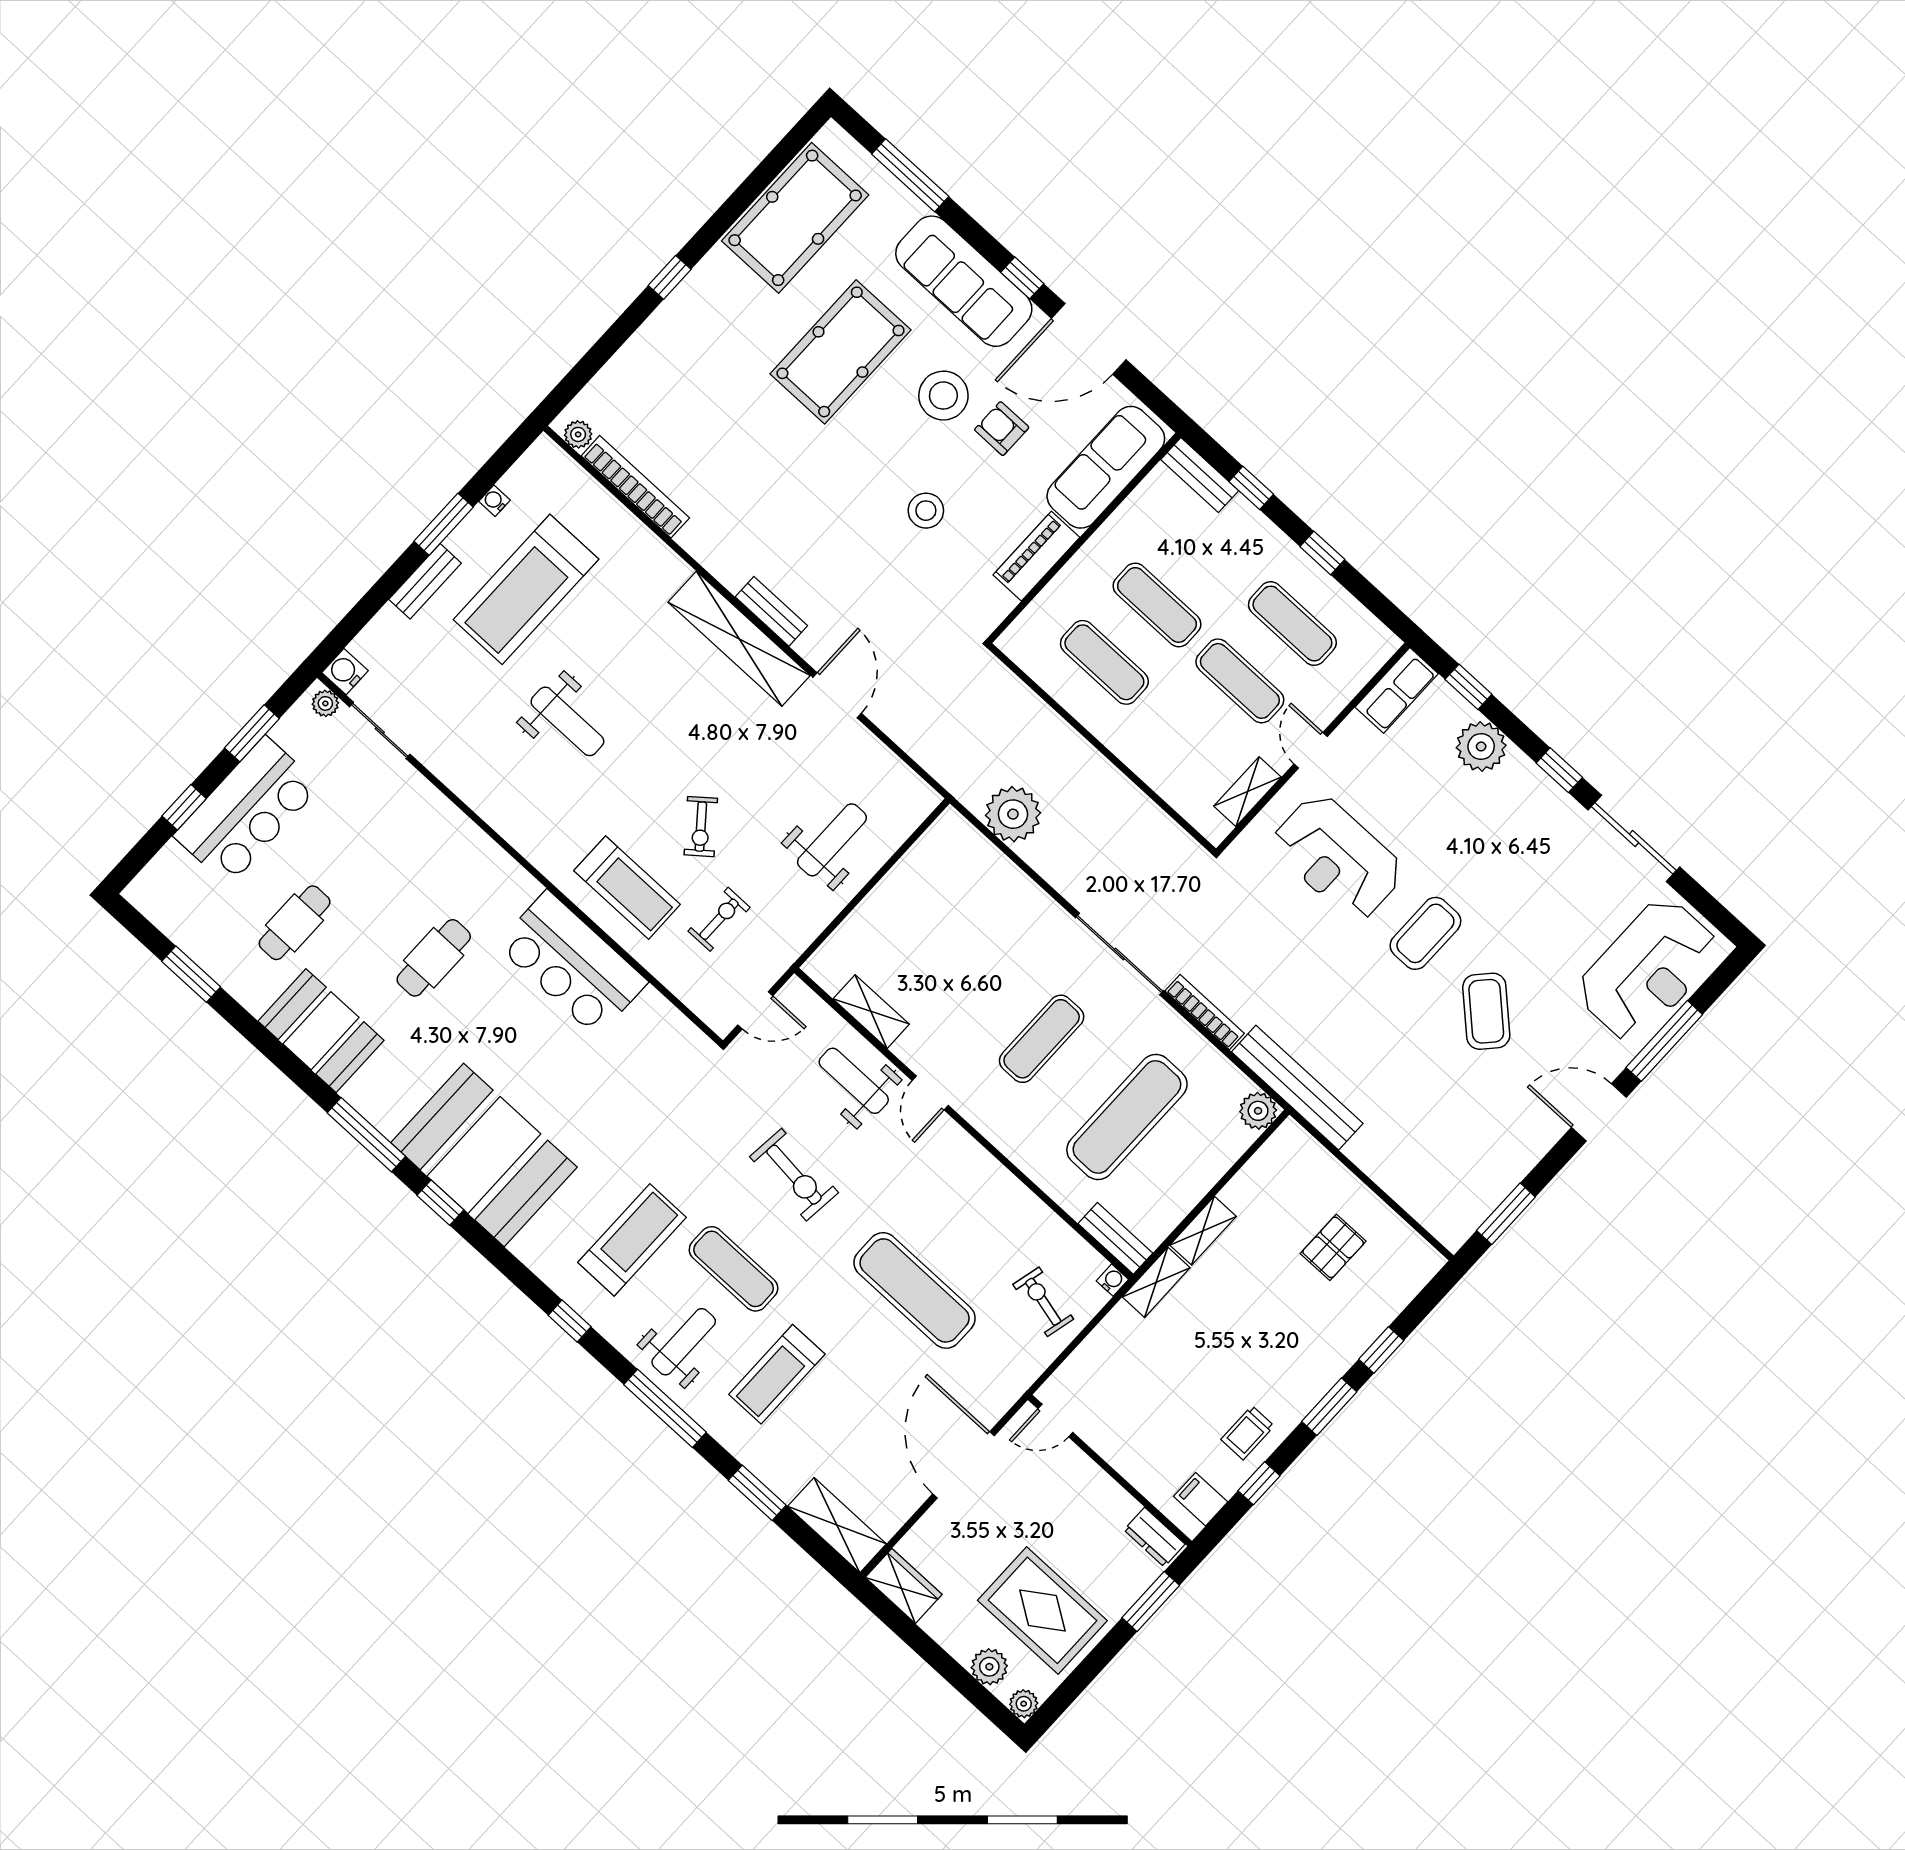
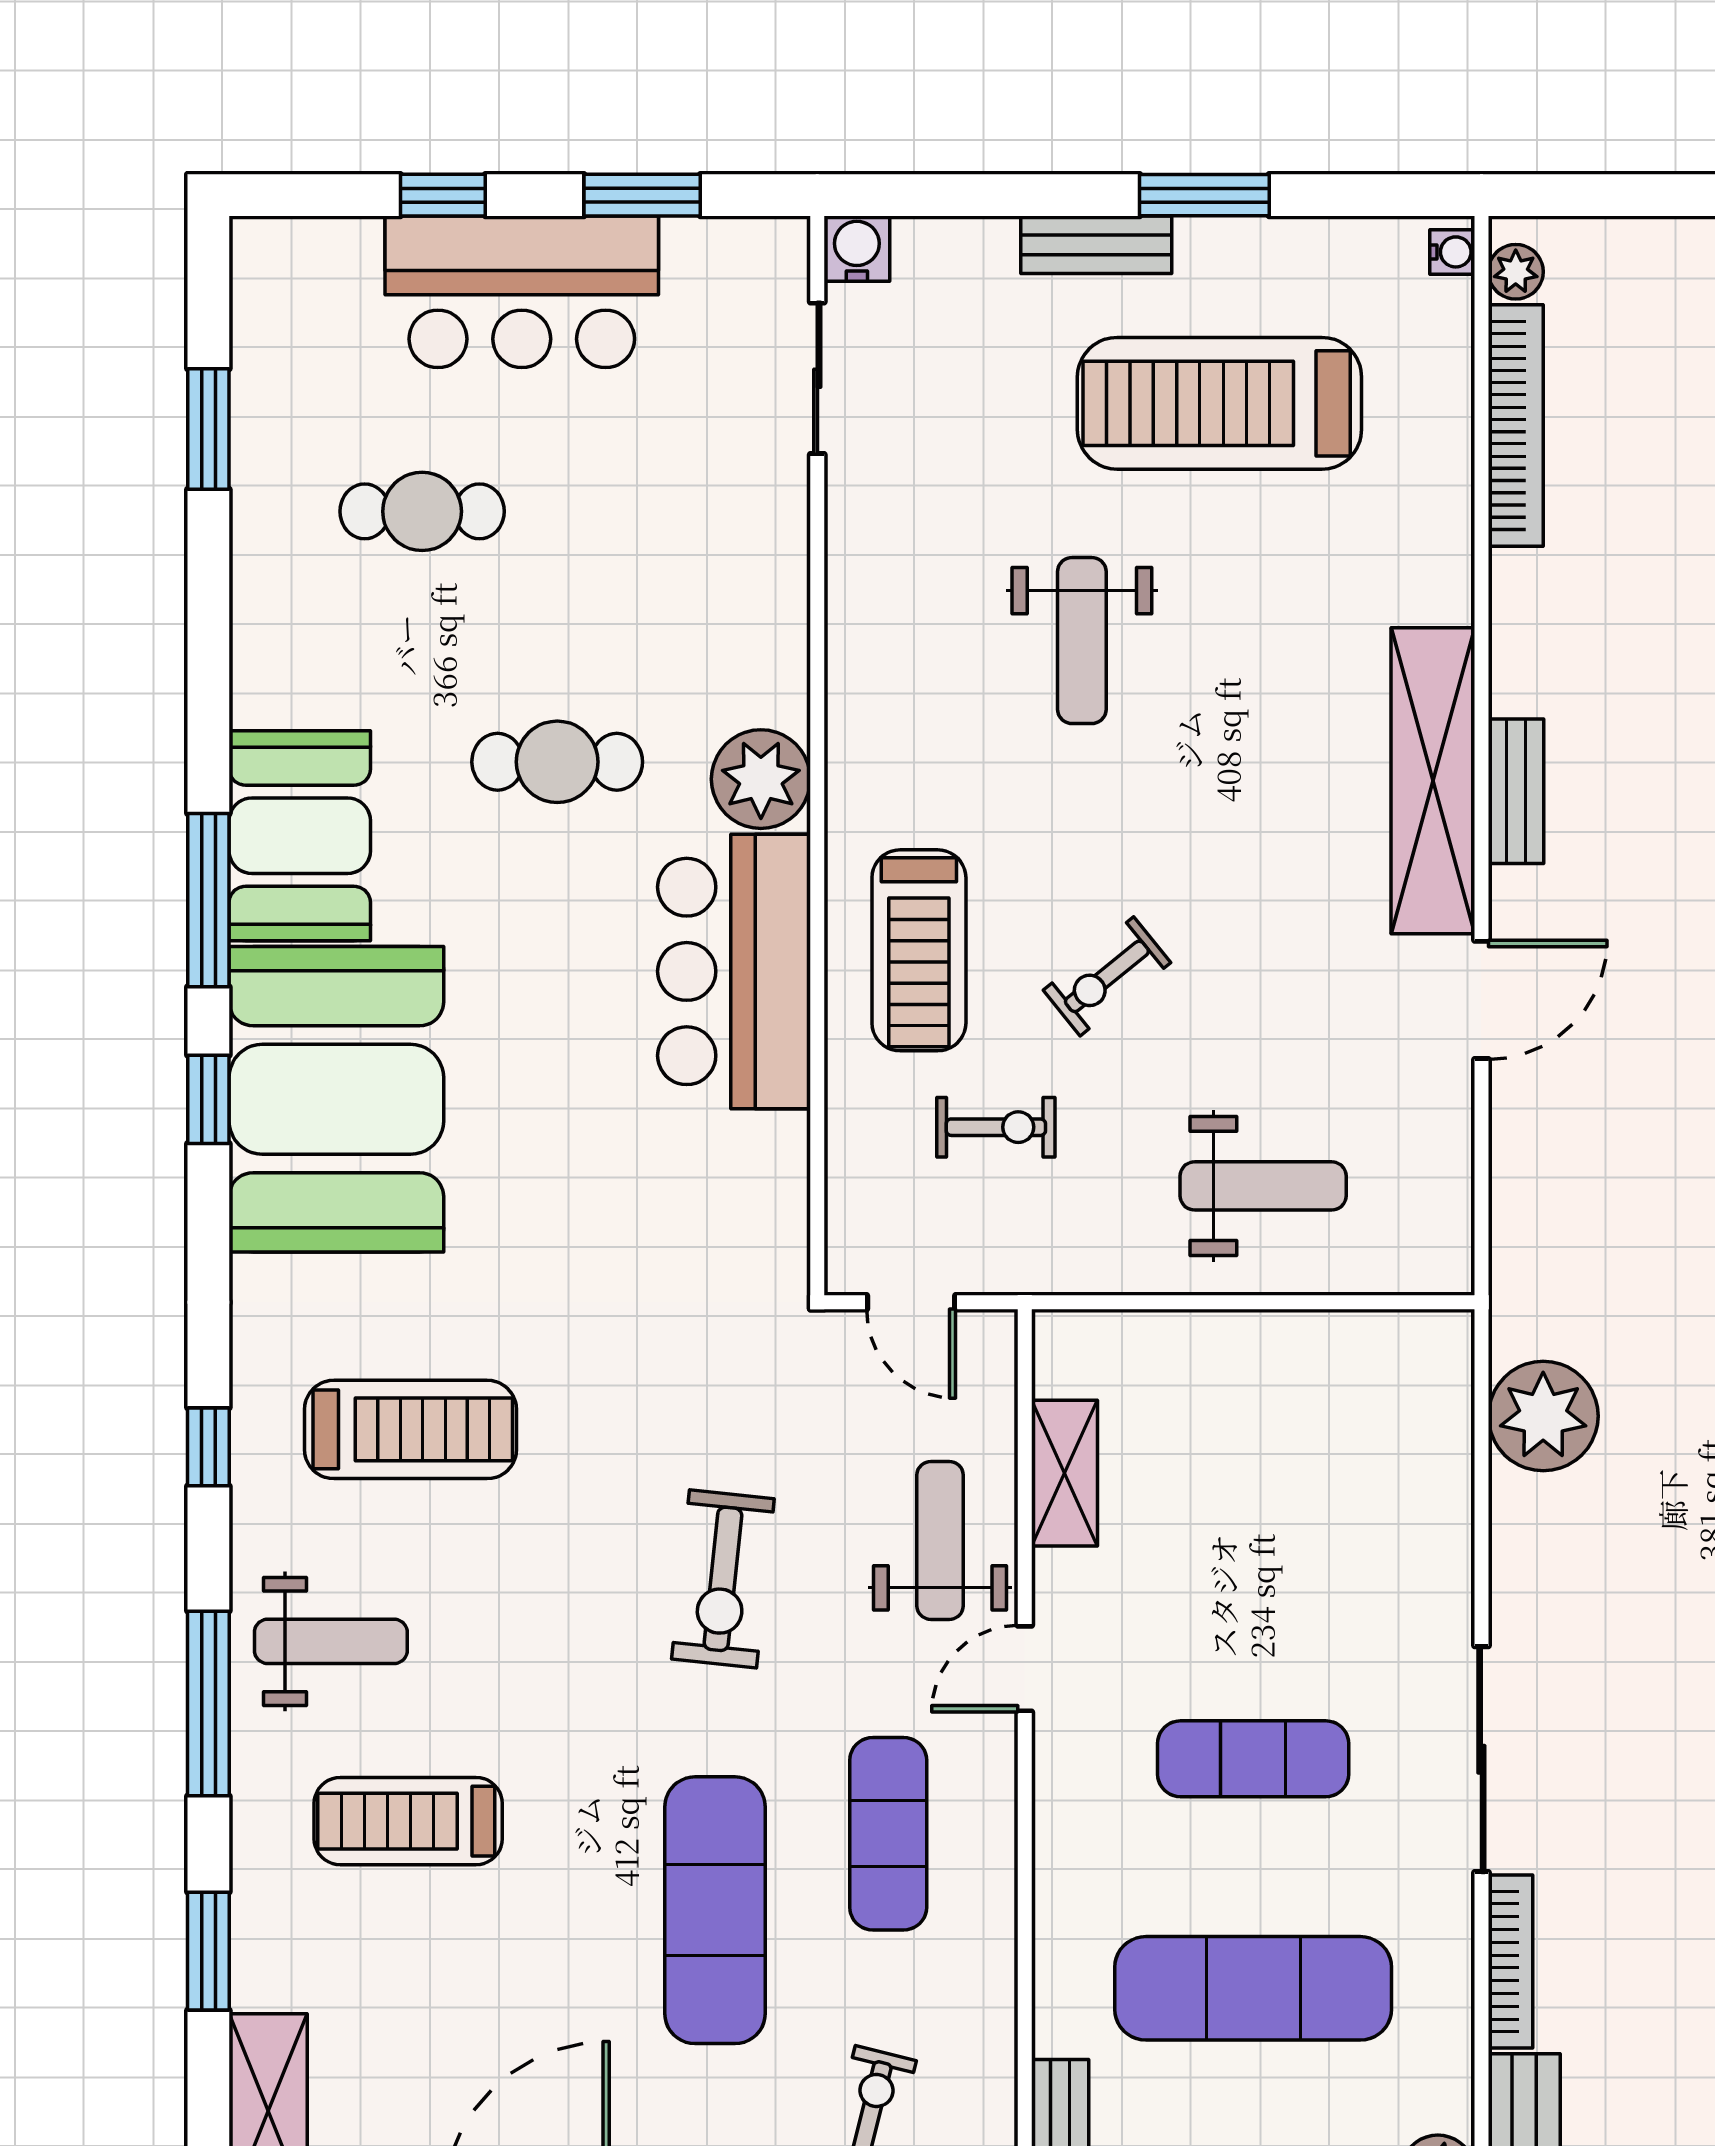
water cooler: (494, 501) -> (1452, 252), moved, turned 90
plant: (325, 703) -> (761, 779), moved, width x1.88, depth x1.88
booth: (321, 1031) -> (300, 836), moved
exercise mat: (734, 1269) -> (888, 1834), moved

